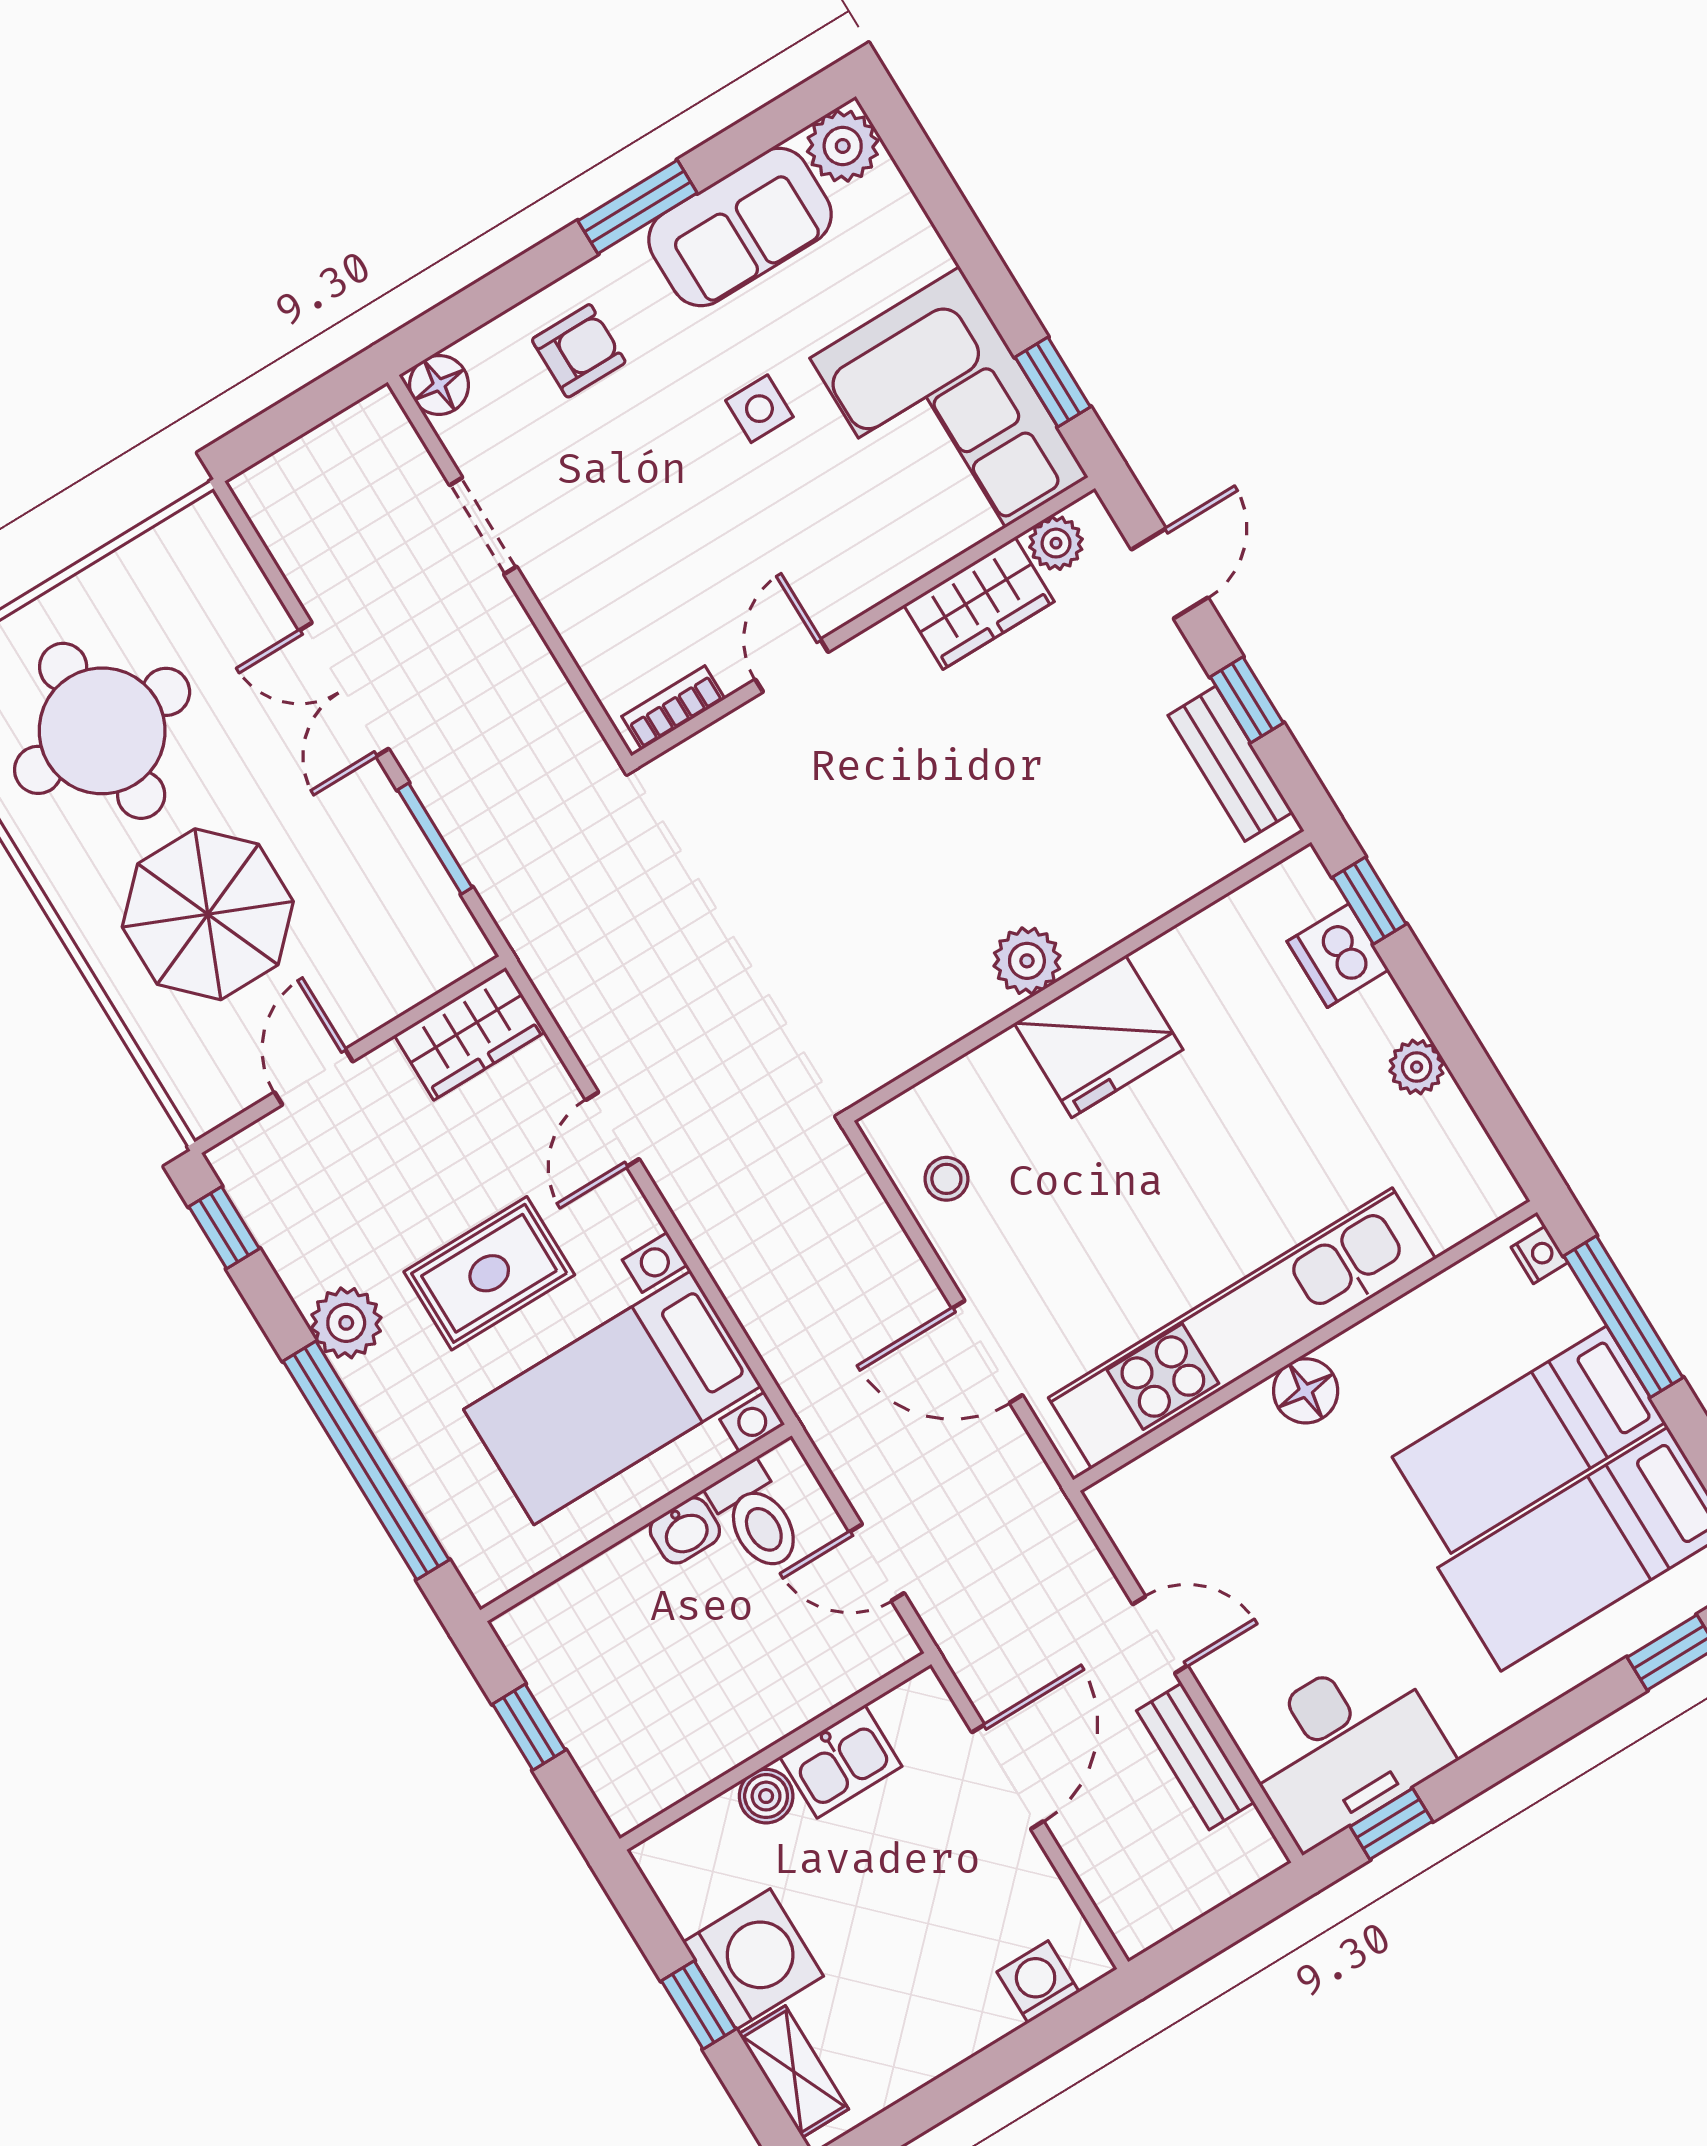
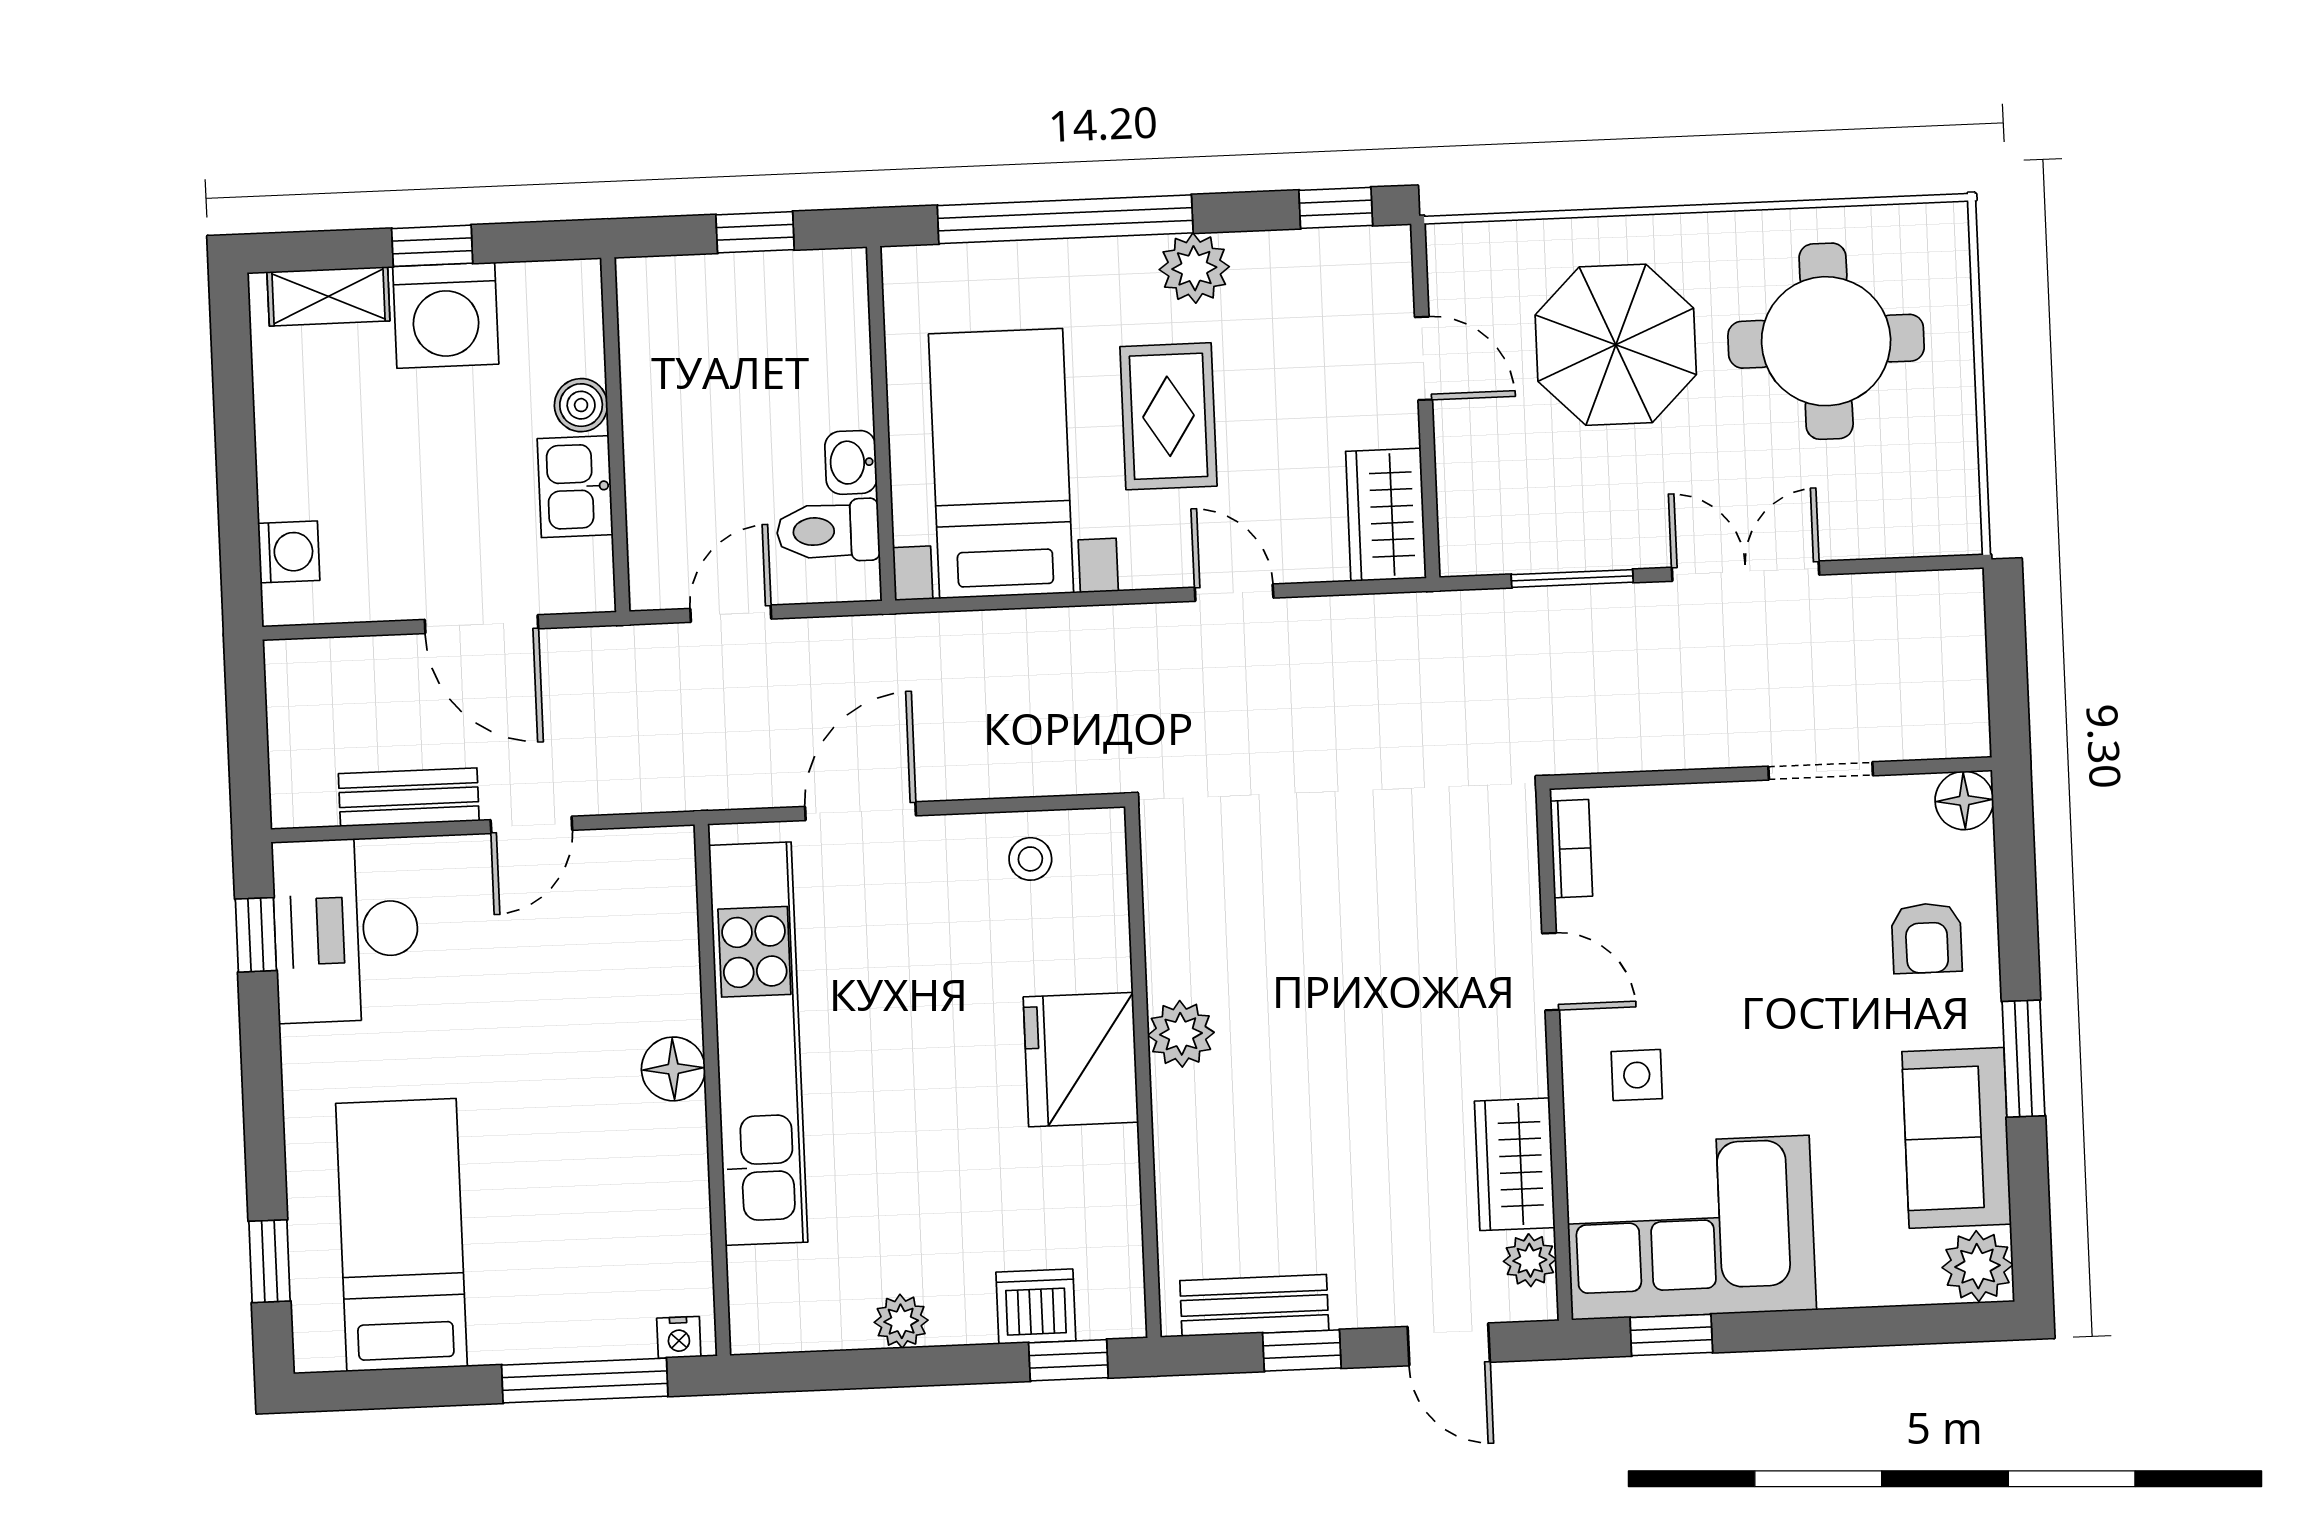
side table: (759, 409) -> (1637, 1075), moved
bed: (1529, 1440) -> (523, 1239), removed

